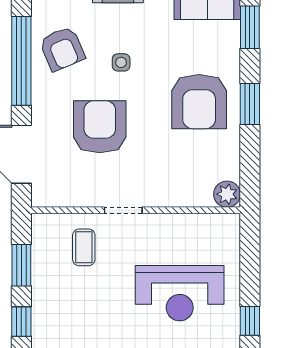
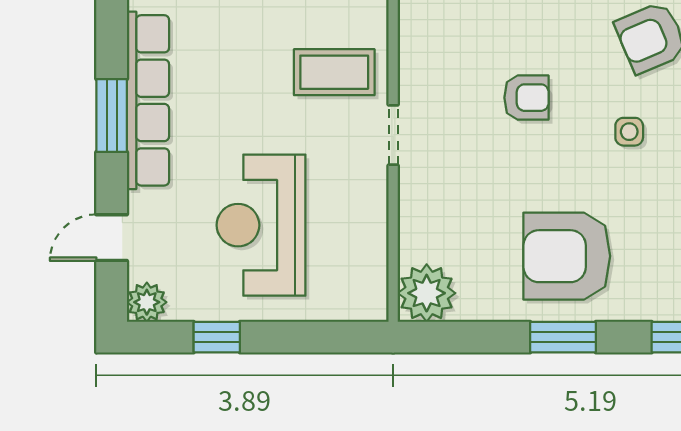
armchair: (100, 127) -> (526, 98), width x0.53, depth x0.53
plant: (227, 194) -> (427, 293), width x1.36, depth x1.36
coffee table: (84, 247) -> (334, 72), width x1.36, depth x1.30

